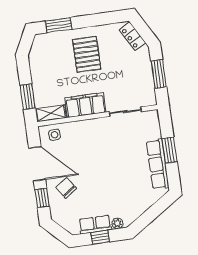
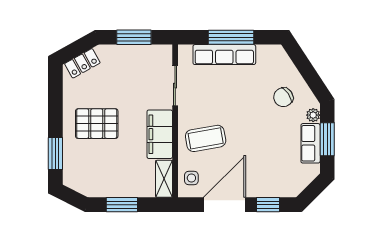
window: (28, 97) -> (122, 205), moved
coffee table: (87, 142) -> (206, 138), added
window: (170, 150) -> (231, 37), width x1.44
row of seats: (158, 164) -> (224, 55), moved
chair: (66, 188) -> (283, 97), moved
window: (100, 237) -> (327, 139), width x1.50

